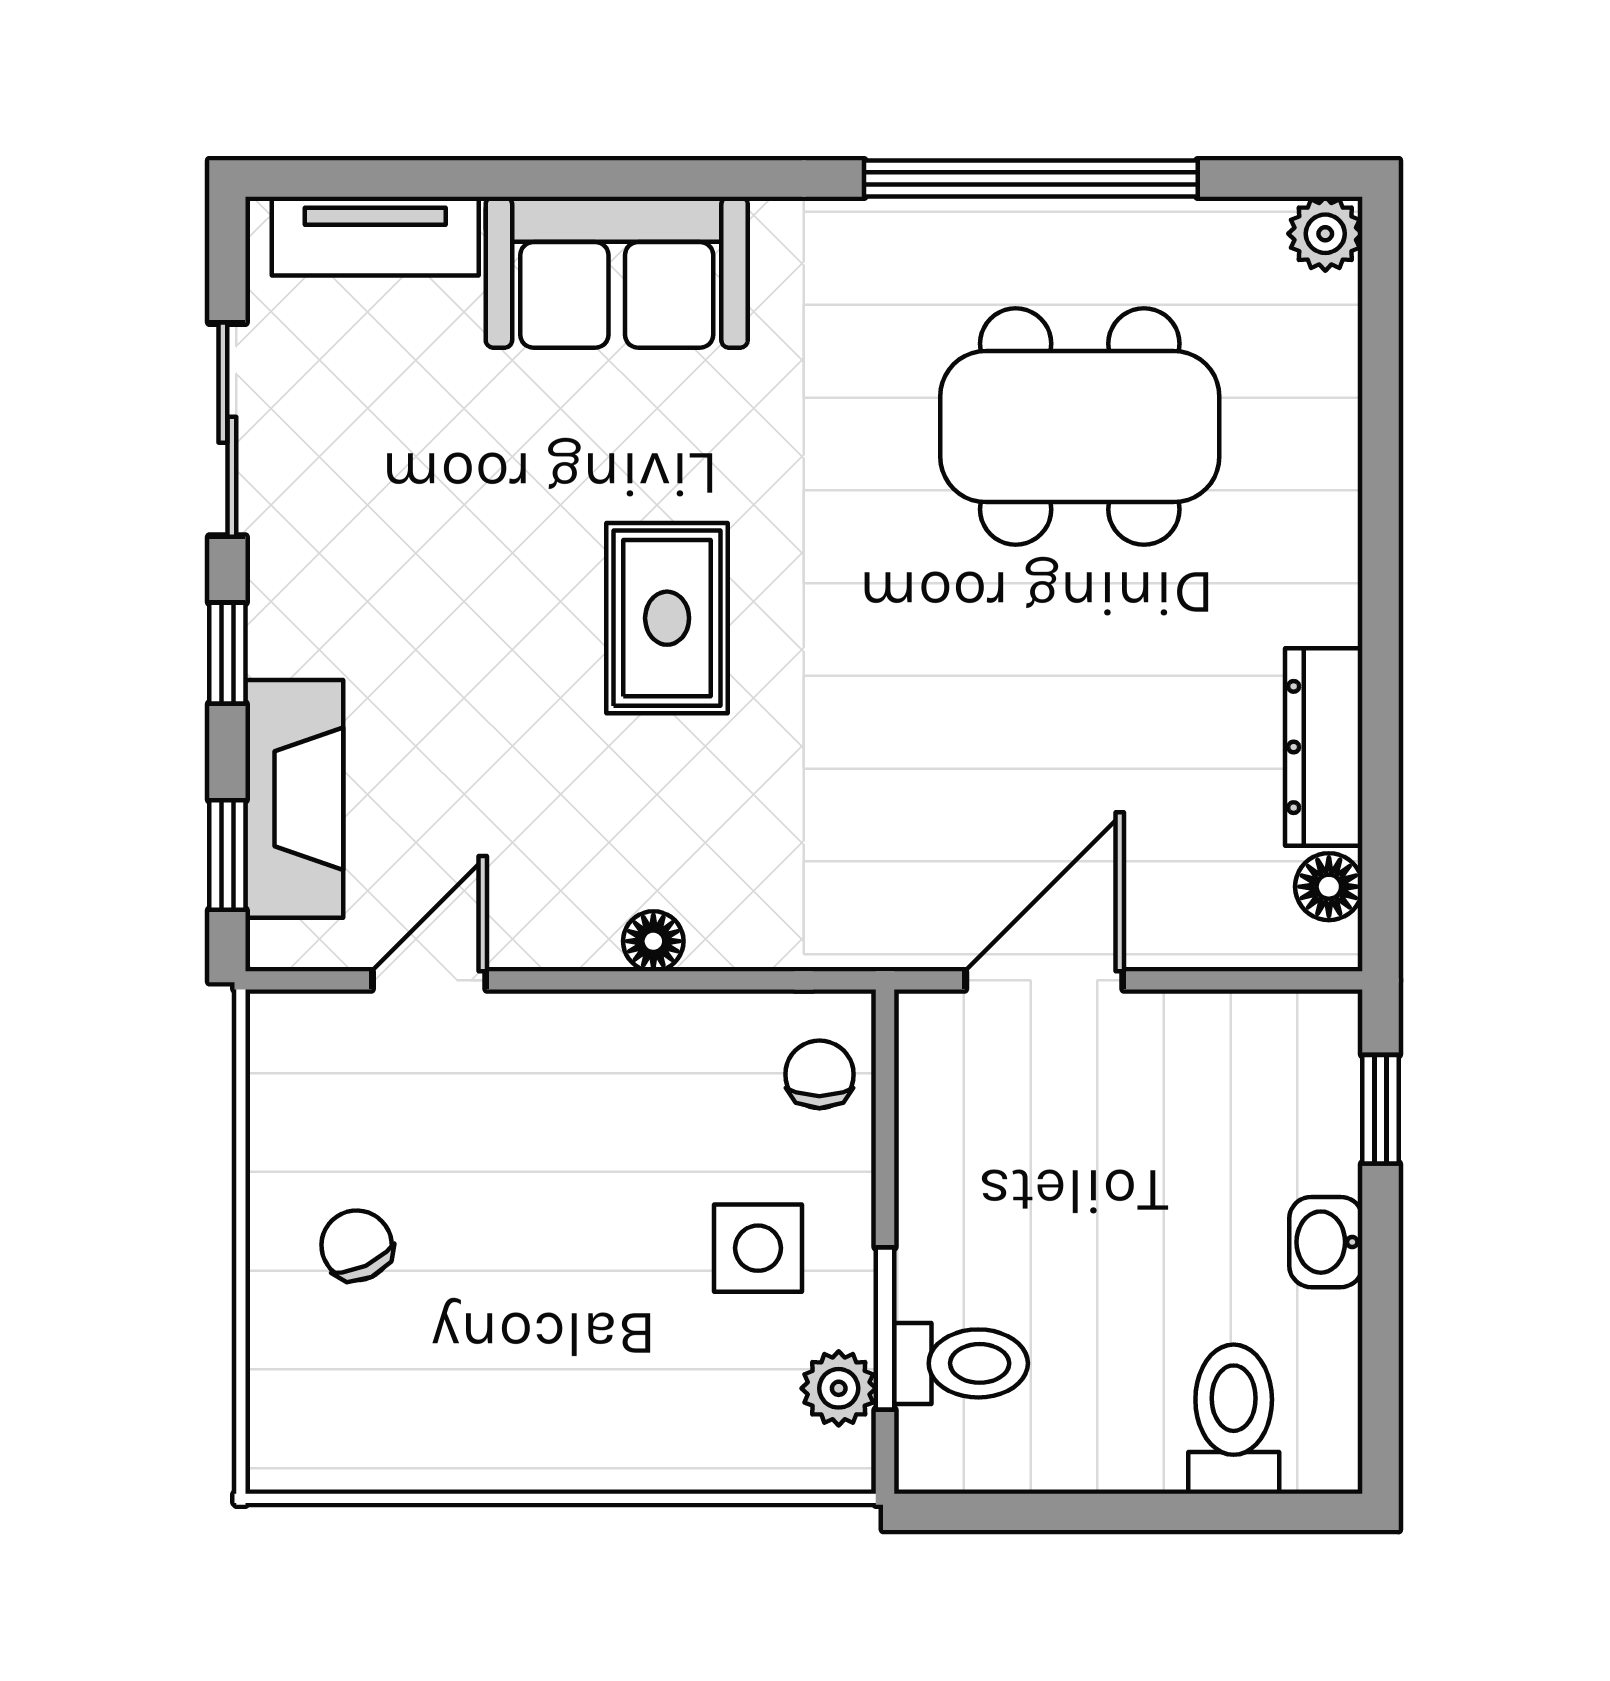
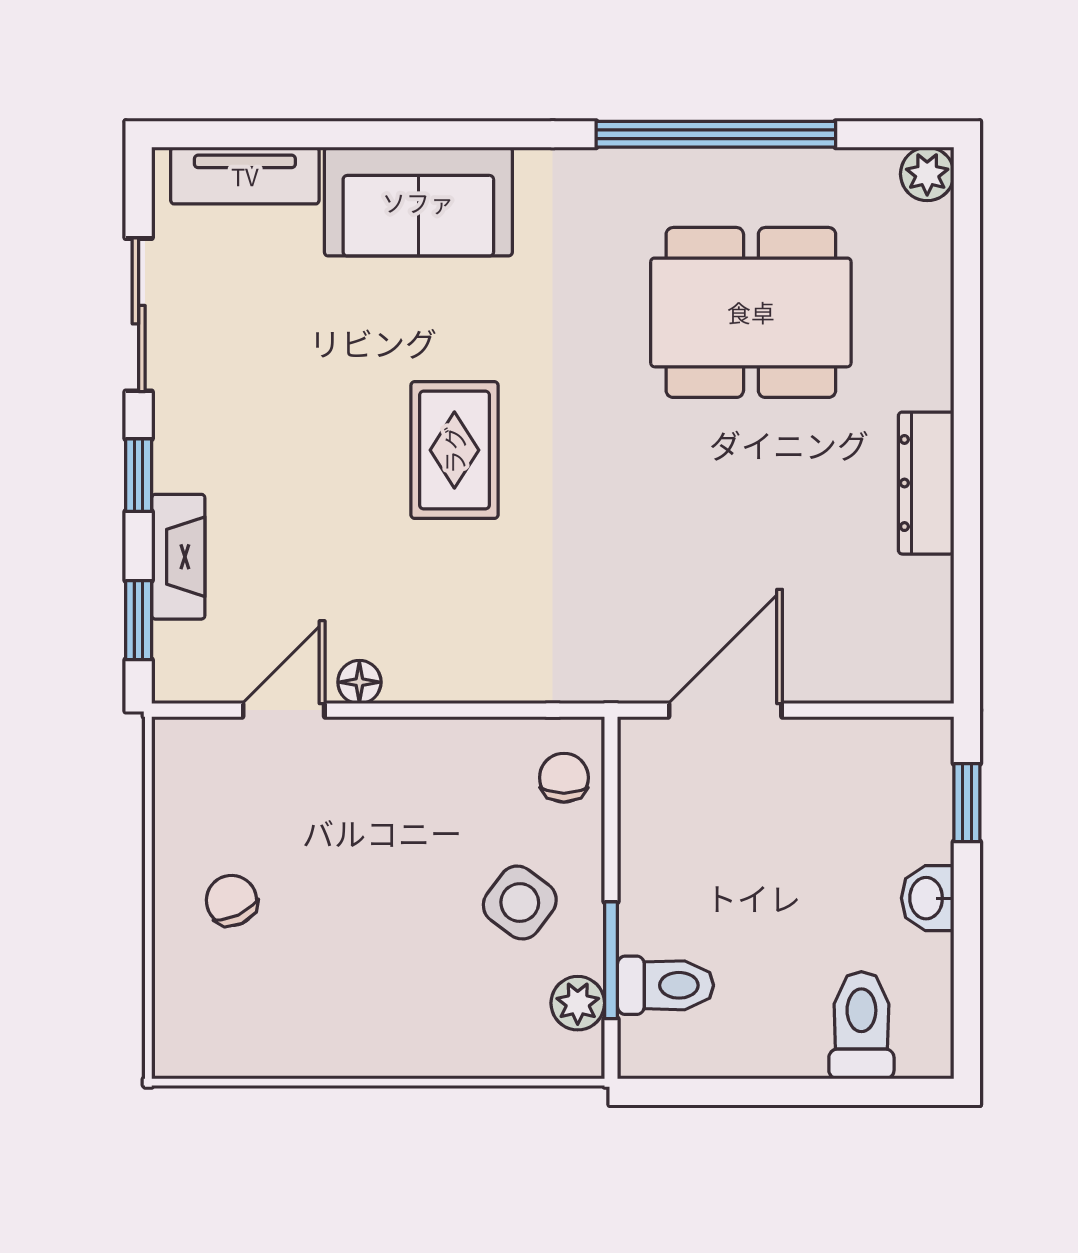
dresser: (1324, 747) -> (926, 483), moved
fireplace: (294, 799) -> (178, 557), width x0.73, depth x0.76
floor lamp: (1329, 887) -> (930, 643), removed
floor lamp: (653, 941) -> (359, 682), moved
side table: (758, 1248) -> (520, 903), turned 37

